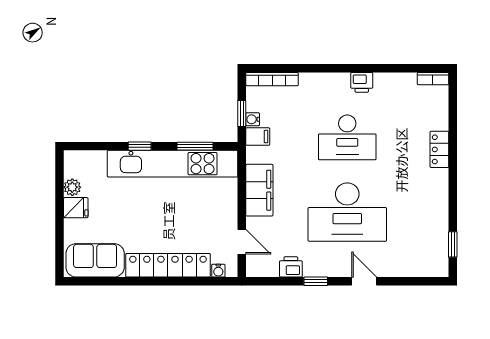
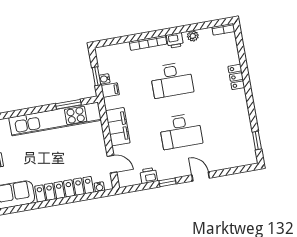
bookcase: (272, 79) -> (148, 43), moved
plant: (388, 80) -> (193, 36), added
window: (140, 146) -> (30, 111), removed
desk: (347, 212) -> (181, 131), width x0.73, depth x0.77

